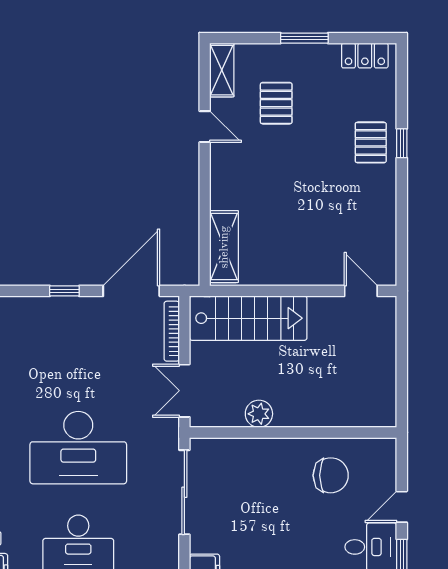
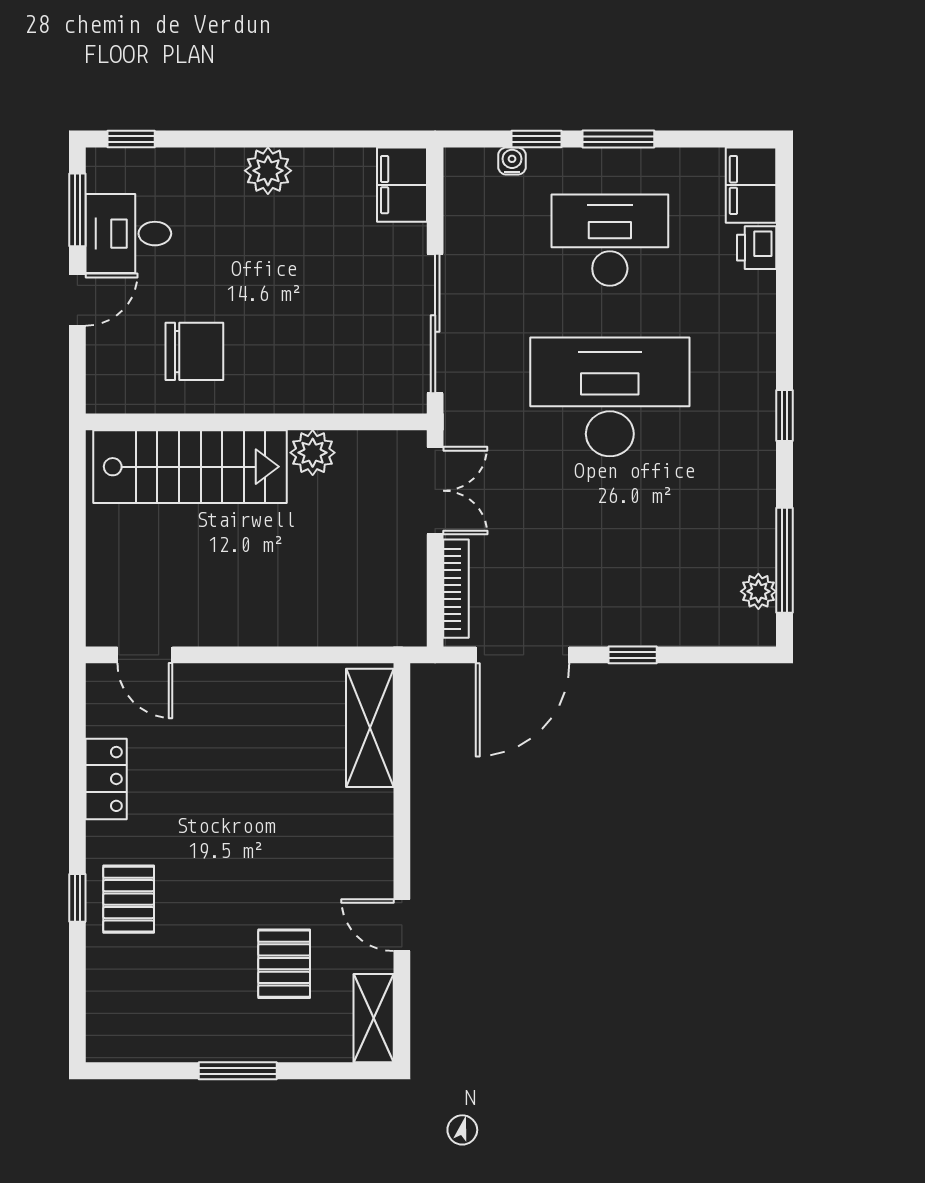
locker: (365, 56) -> (106, 779), moved, turned 90
stairs: (248, 318) -> (190, 467), moved, turned 180
chair: (331, 475) -> (194, 351), turned 180

